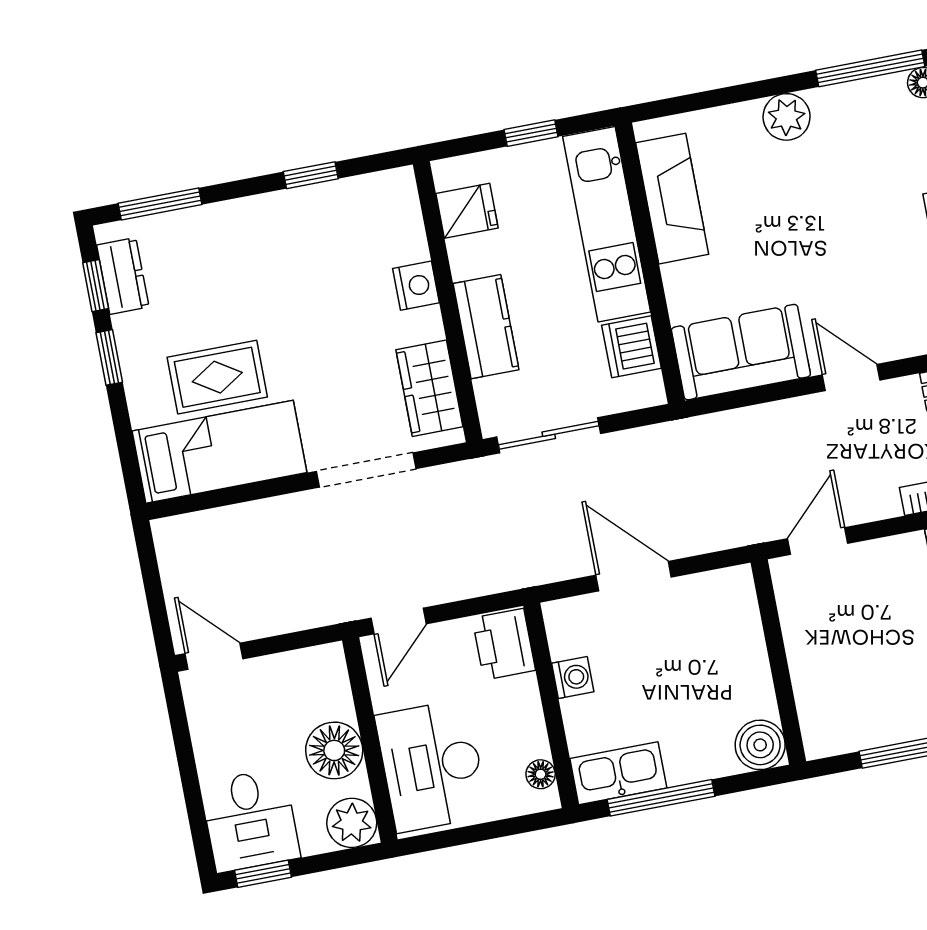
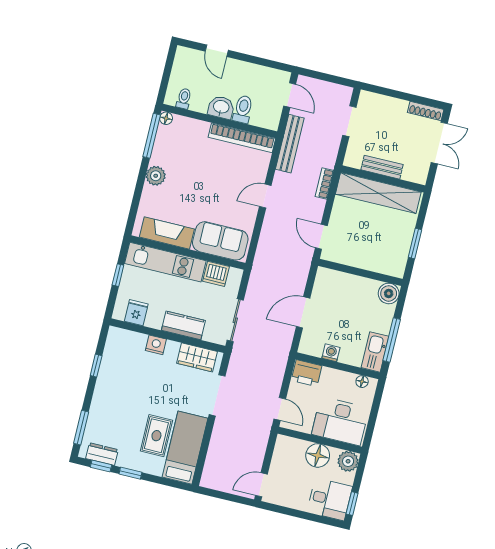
sofa: (741, 352) -> (220, 241), moved, turned 90

